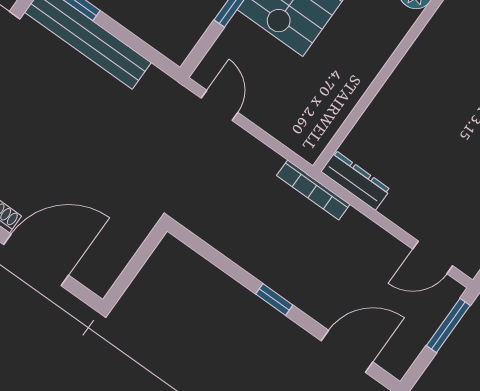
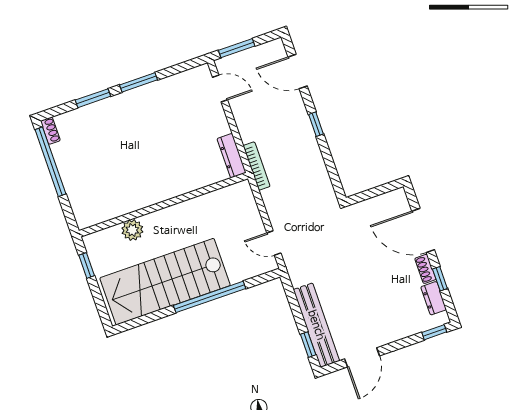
door: (220, 105) -> (274, 243), hinge flipped

